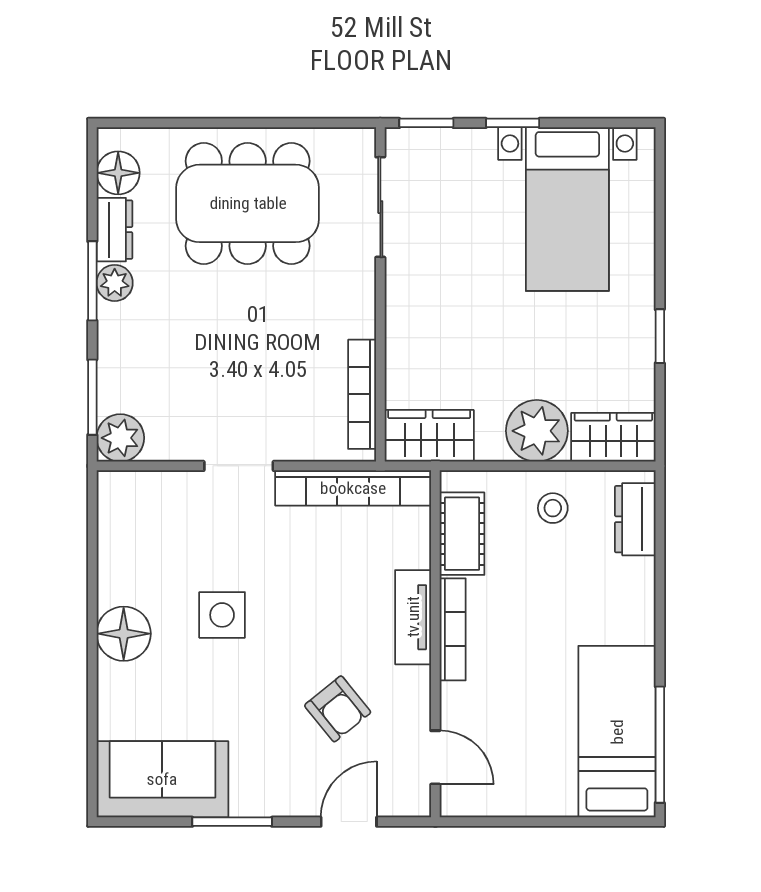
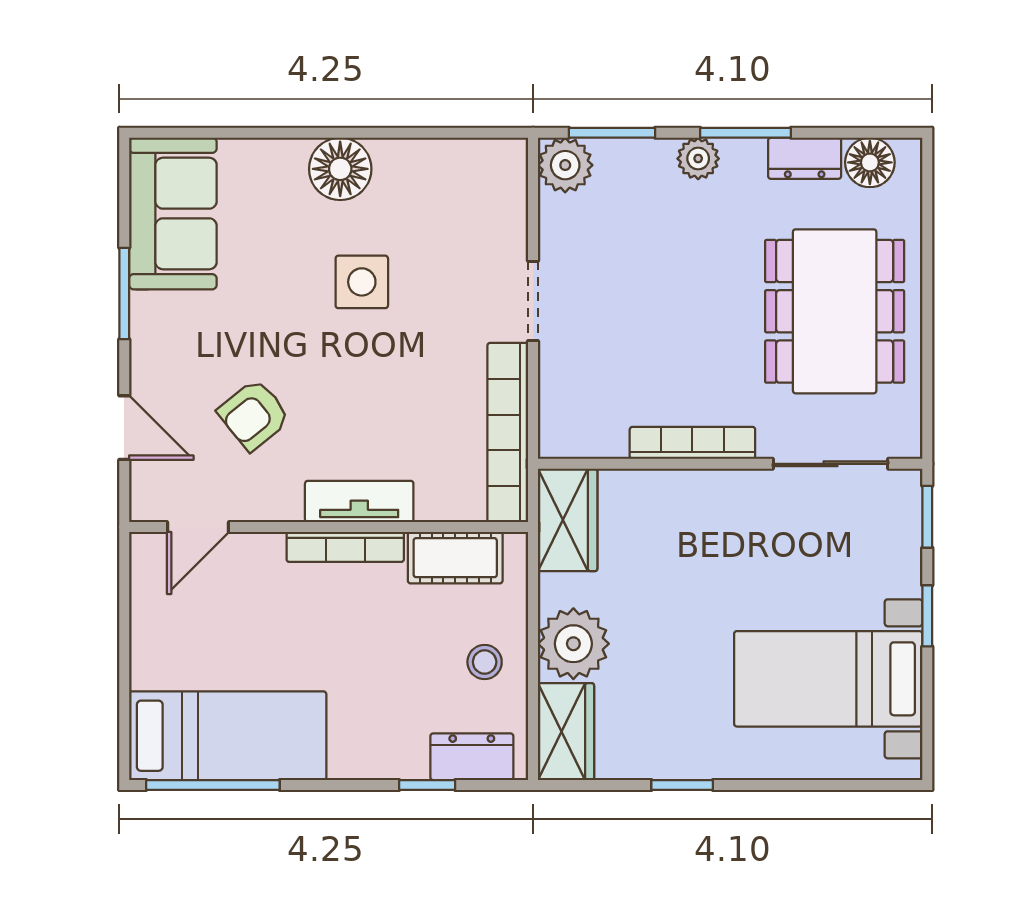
plant: (115, 283) -> (698, 159), moved
bookcase: (362, 394) -> (692, 443), moved
window: (660, 558) -> (427, 785), added

